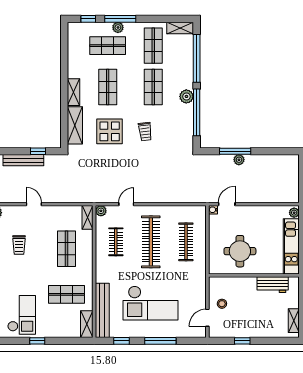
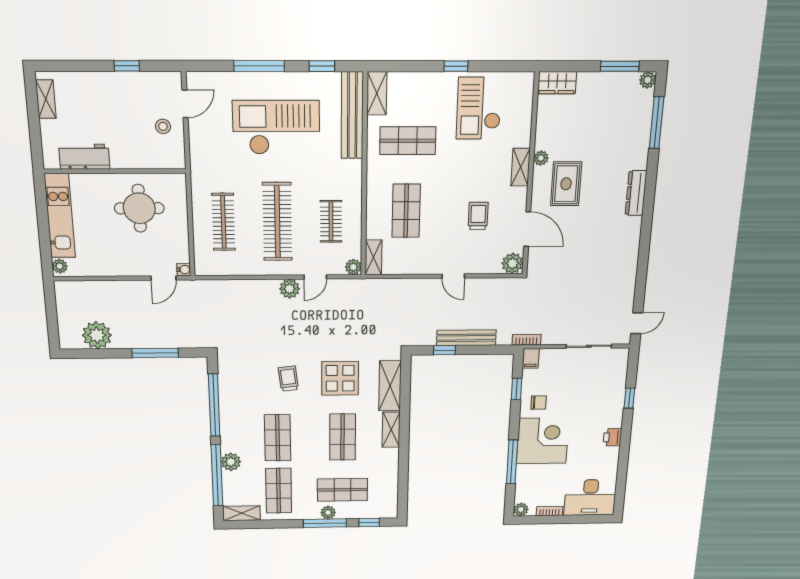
plant: (186, 96) -> (231, 462), moved
plant: (239, 160) -> (97, 335), moved, width x1.87, depth x1.87
plant: (143, 196) -> (290, 289), added

